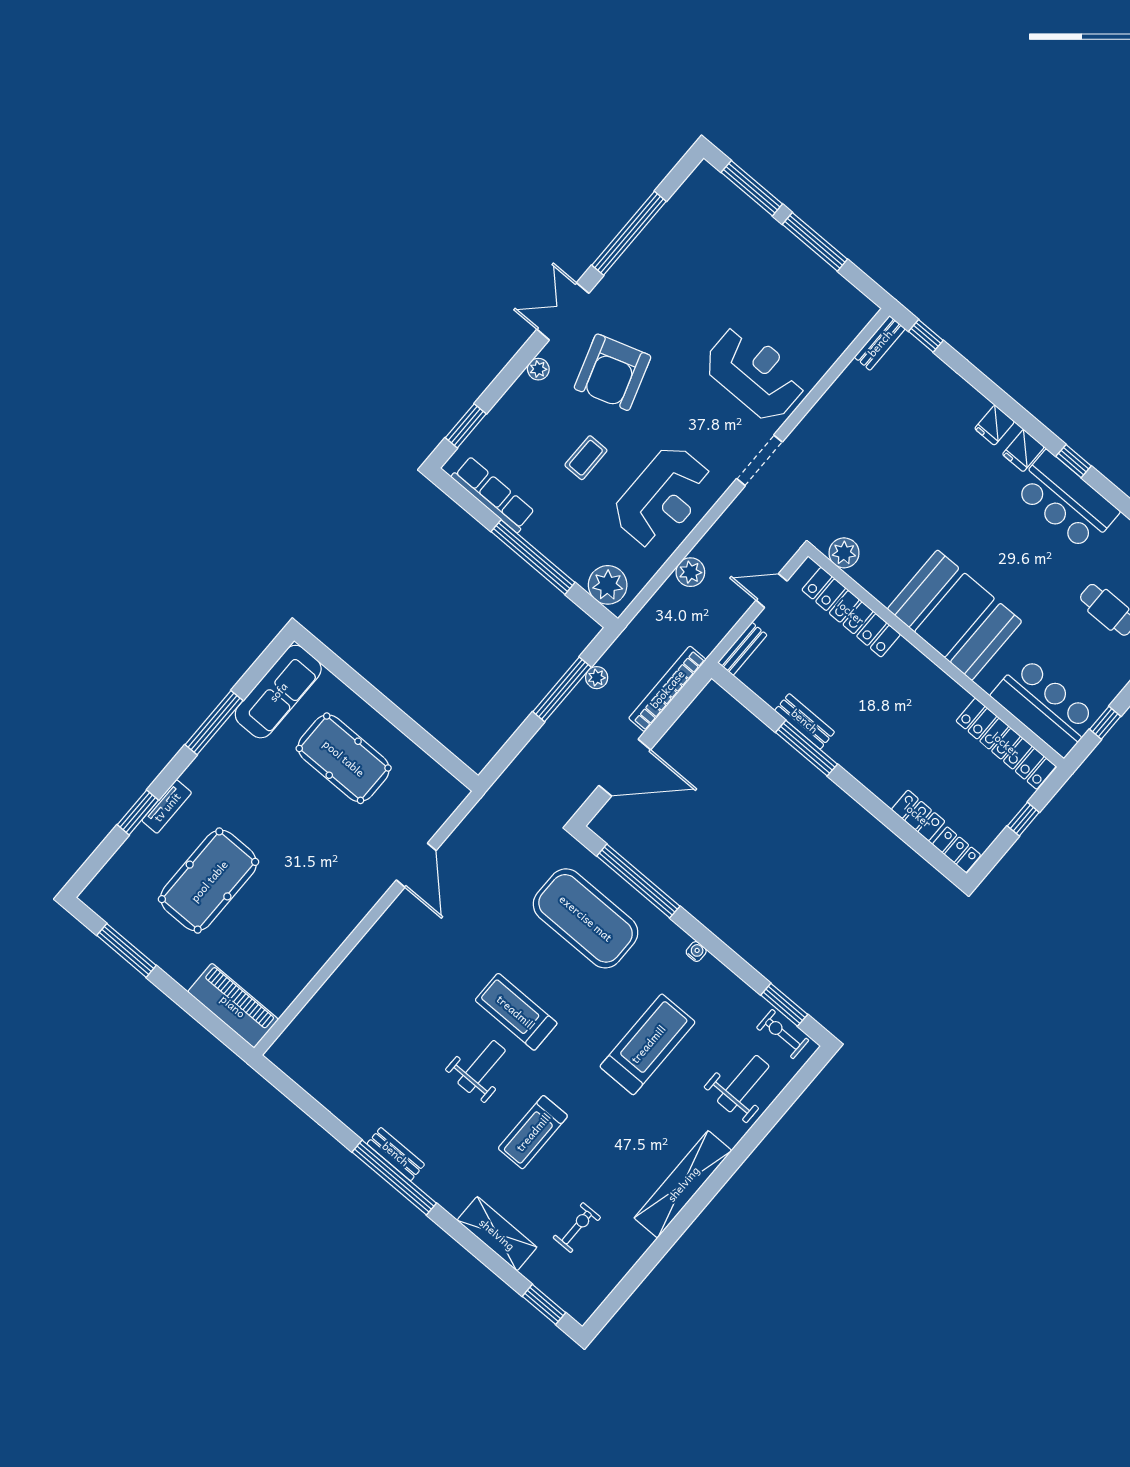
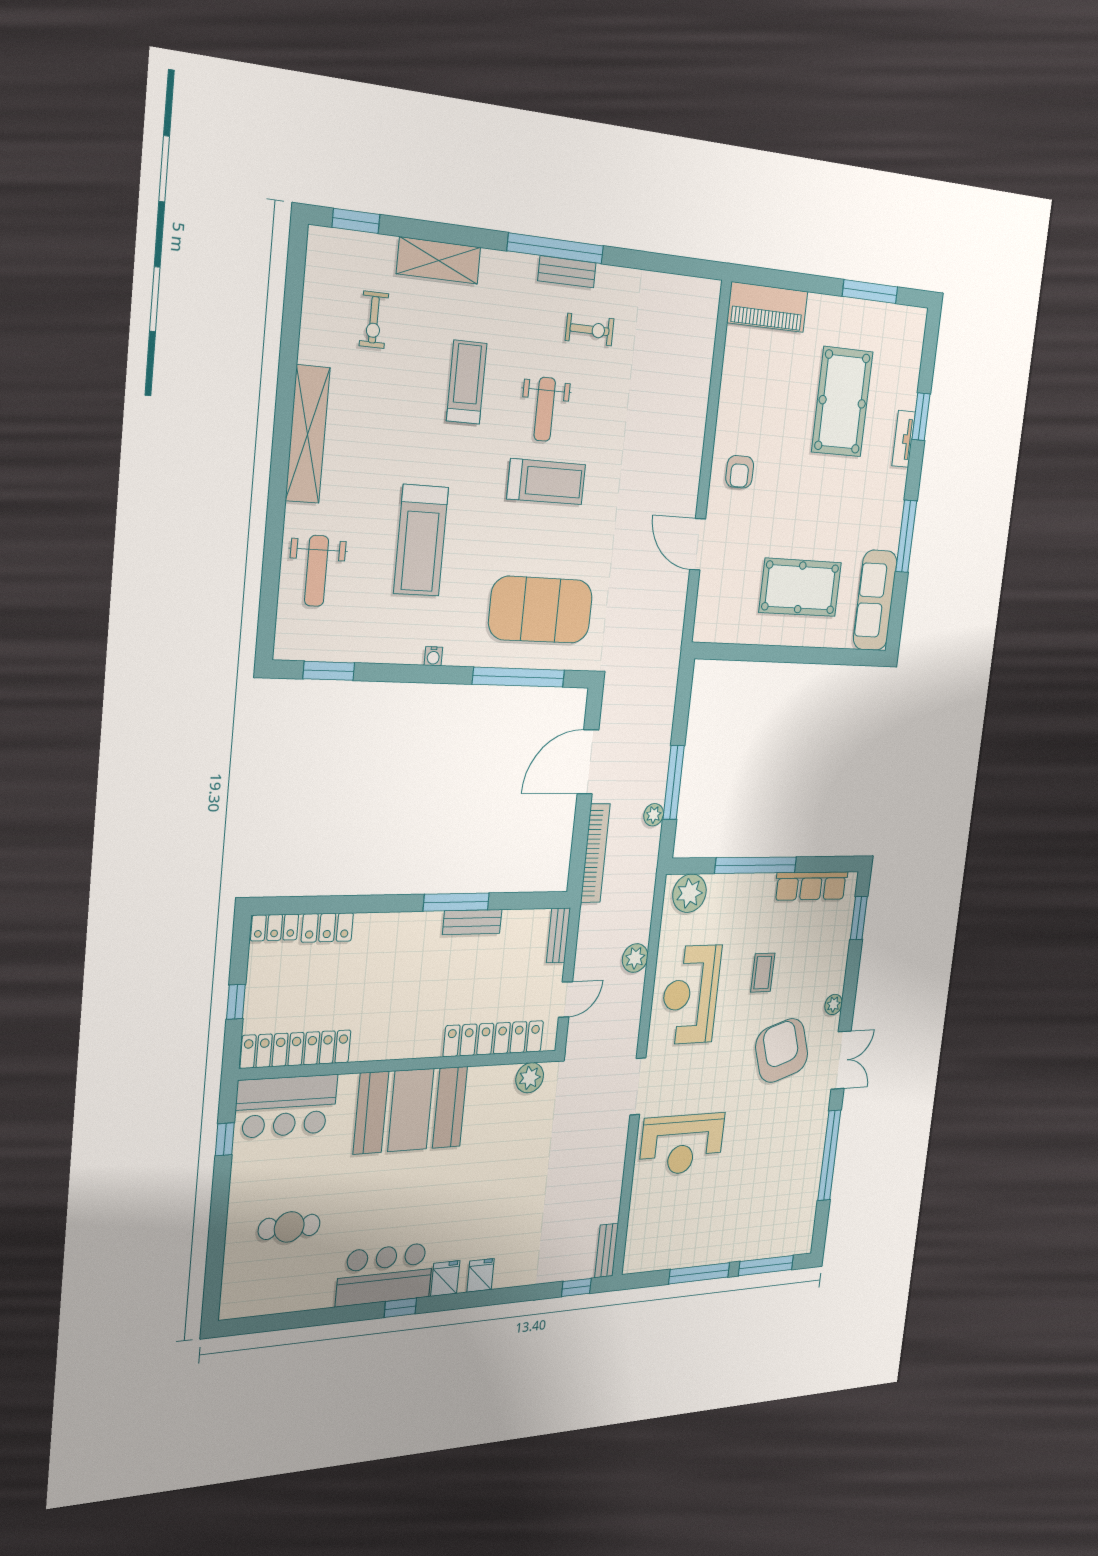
armchair: (341, 895) -> (740, 472), added
exercise bike: (783, 1034) -> (590, 330), moved

